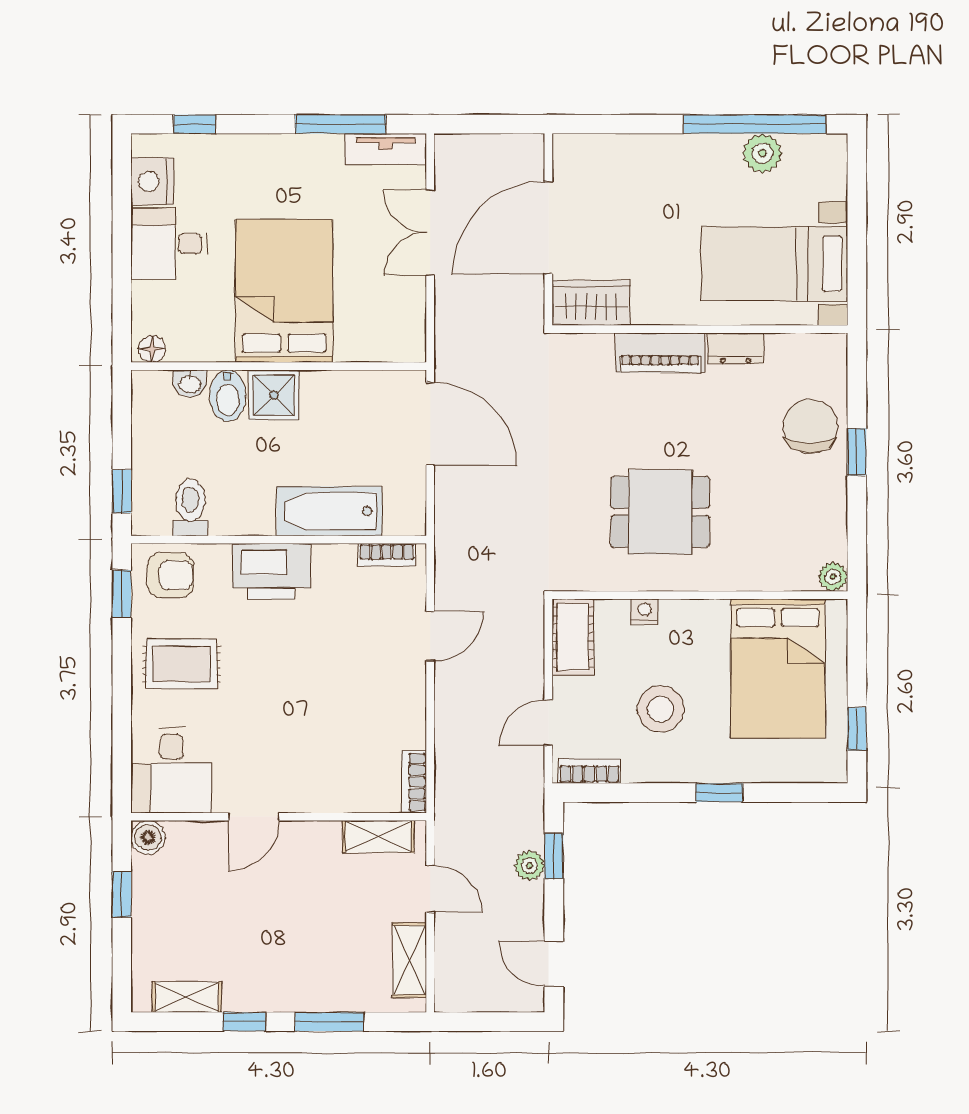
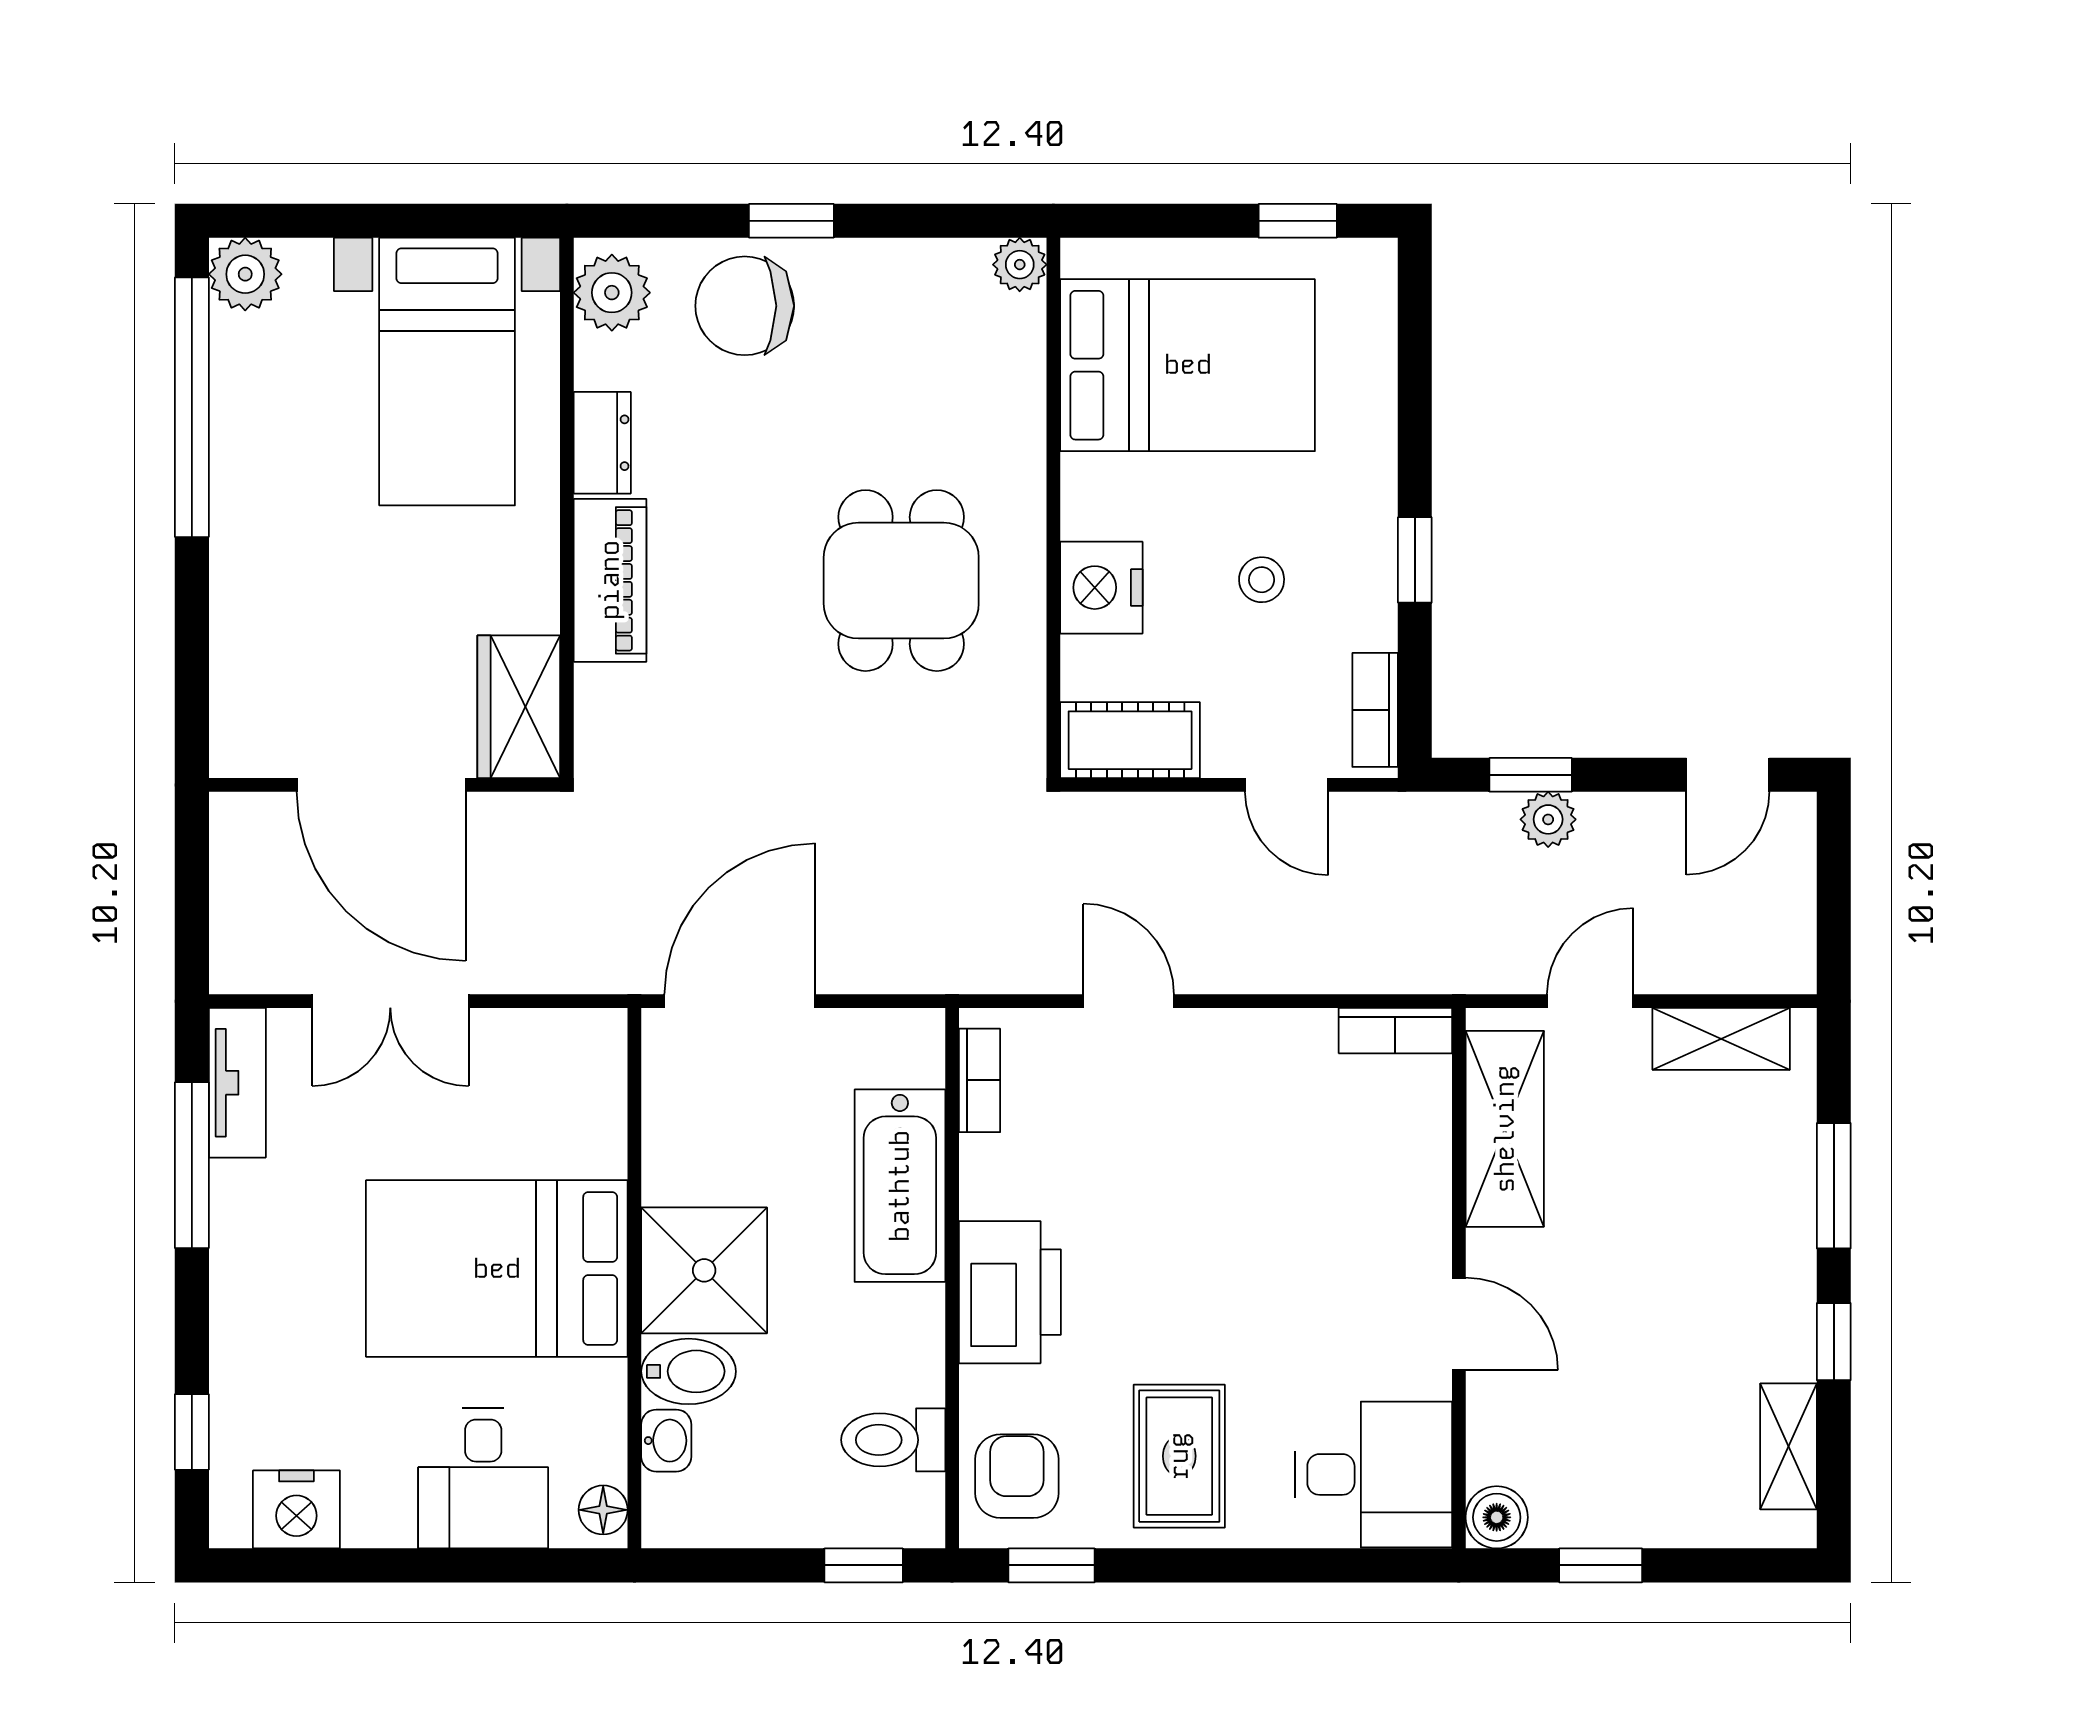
plant: (762, 153) -> (245, 274), moved
desk: (169, 244) -> (483, 1478), moved
plant: (818, 354) -> (612, 293), added
shower: (274, 395) -> (704, 1270), width x1.36, depth x1.36
nightstand: (644, 611) -> (1101, 588), width x1.89, depth x1.79
stool: (661, 709) -> (1262, 580), width x0.53, depth x0.53
window: (719, 793) -> (1415, 560), moved
shelving: (378, 836) -> (1505, 1129), width x1.50, depth x1.33

